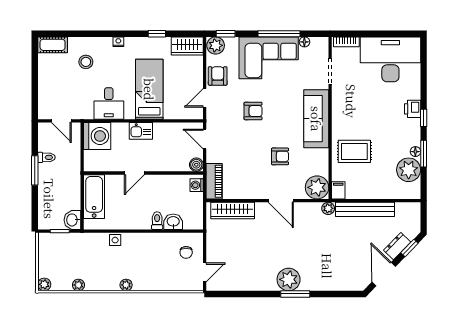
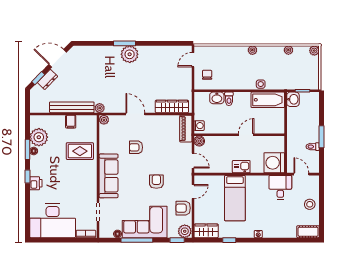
stool: (86, 62) -> (310, 204), moved
armchair: (218, 76) -> (183, 208), turned 90
desk: (109, 104) -> (280, 187), moved
armchair: (253, 111) -> (156, 182), turned 90
plant: (317, 187) -> (104, 120), width x0.53, depth x0.53
filing cabinet: (338, 190) -> (71, 122), moved
bathtub: (94, 197) -> (268, 100), moved, turned -90
door: (384, 274) -> (58, 58), swing flipped

